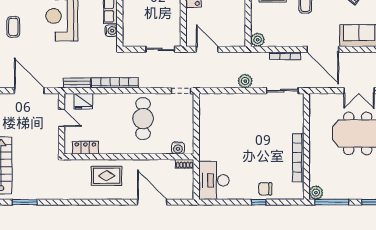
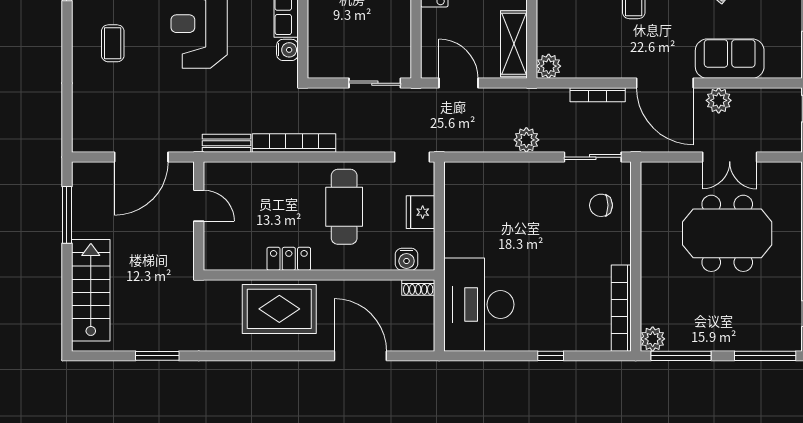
shelving: (238, 27) -> (514, 44), added
plant: (353, 59) -> (719, 100), added
door: (29, 91) -> (141, 157), swing flipped
fridge: (83, 101) -> (420, 212), moved, turned 90
locker: (85, 148) -> (289, 259), moved
bookcase: (298, 158) -> (621, 308), moved
rug: (107, 176) -> (279, 309), width x1.36, depth x1.43
desk: (214, 180) -> (479, 305), width x1.36, depth x1.30
chair: (265, 189) -> (601, 205), moved
window: (25, 202) -> (157, 356), moved

